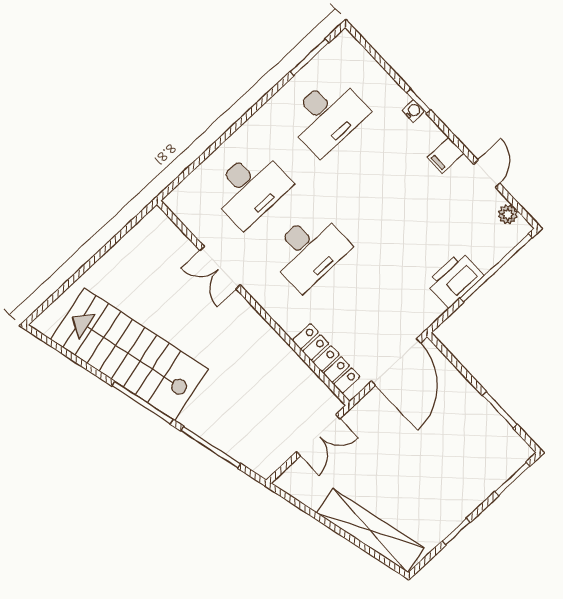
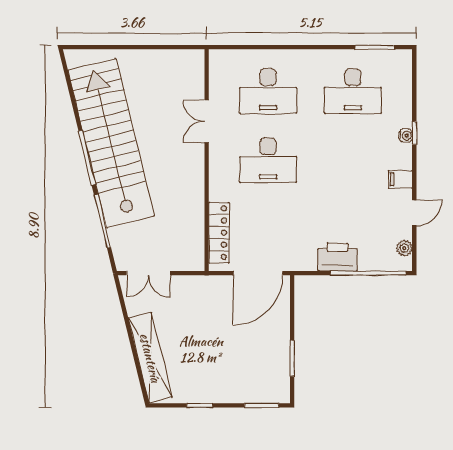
stairs: (129, 354) -> (111, 143), width x1.36
double door: (318, 435) -> (148, 273), moved

